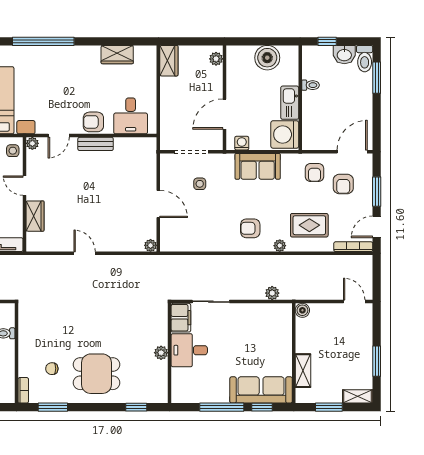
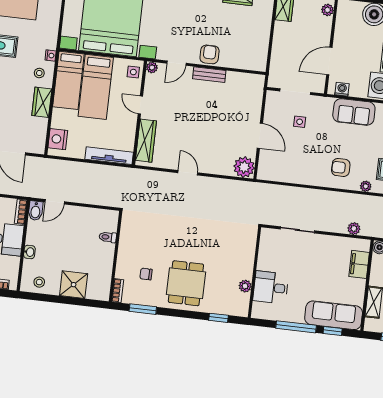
desk: (131, 116) -> (244, 53), removed
armchair: (93, 122) -> (210, 54), turned 90
wardrobe: (35, 216) -> (146, 141), width x1.50
plant: (151, 245) -> (244, 167), width x1.88, depth x1.88
filing cabinet: (181, 318) -> (359, 264), moved, turned 180
desk: (189, 350) -> (271, 287), moved
plant: (161, 353) -> (245, 286), moved
dining table: (97, 374) -> (186, 283), turned 90

